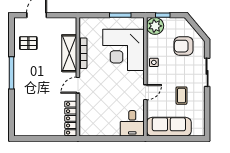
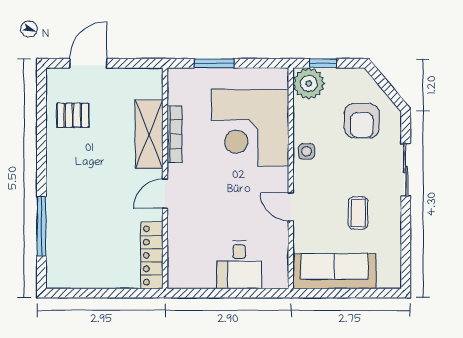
window: (120, 15) -> (214, 63), moved
armchair: (183, 46) -> (362, 121), turned -90
window: (11, 73) -> (41, 226), moved
door: (145, 92) -> (291, 207), swing flipped
desk: (132, 123) -> (239, 265), moved

